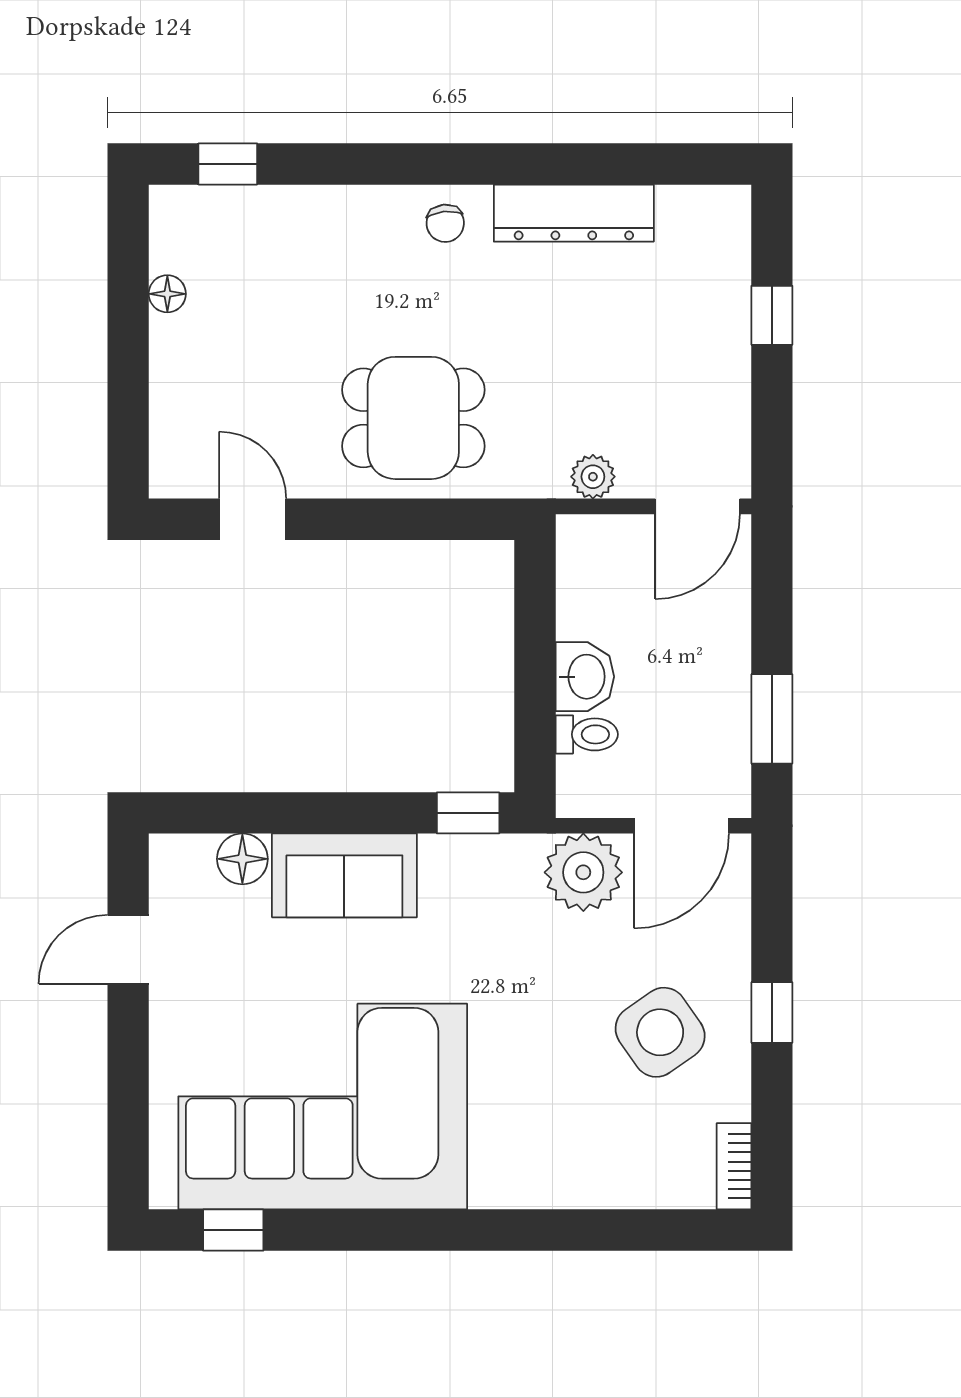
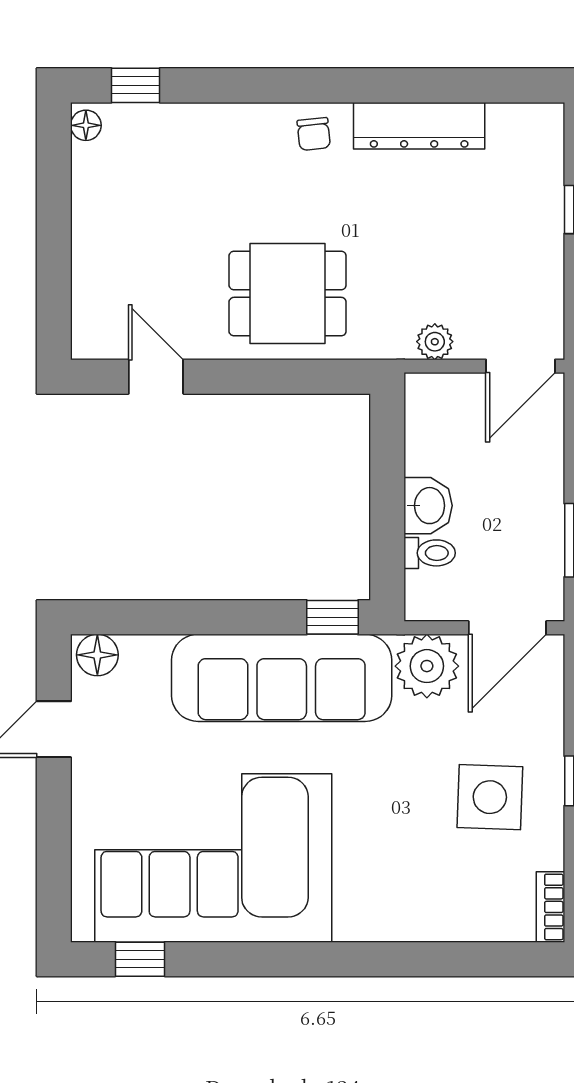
floor lamp: (167, 294) -> (86, 125), moved
floor lamp: (242, 859) -> (97, 655), moved
sofa: (344, 875) -> (282, 678), width x1.85, depth x1.27
side table: (660, 1032) -> (490, 797), turned 37

